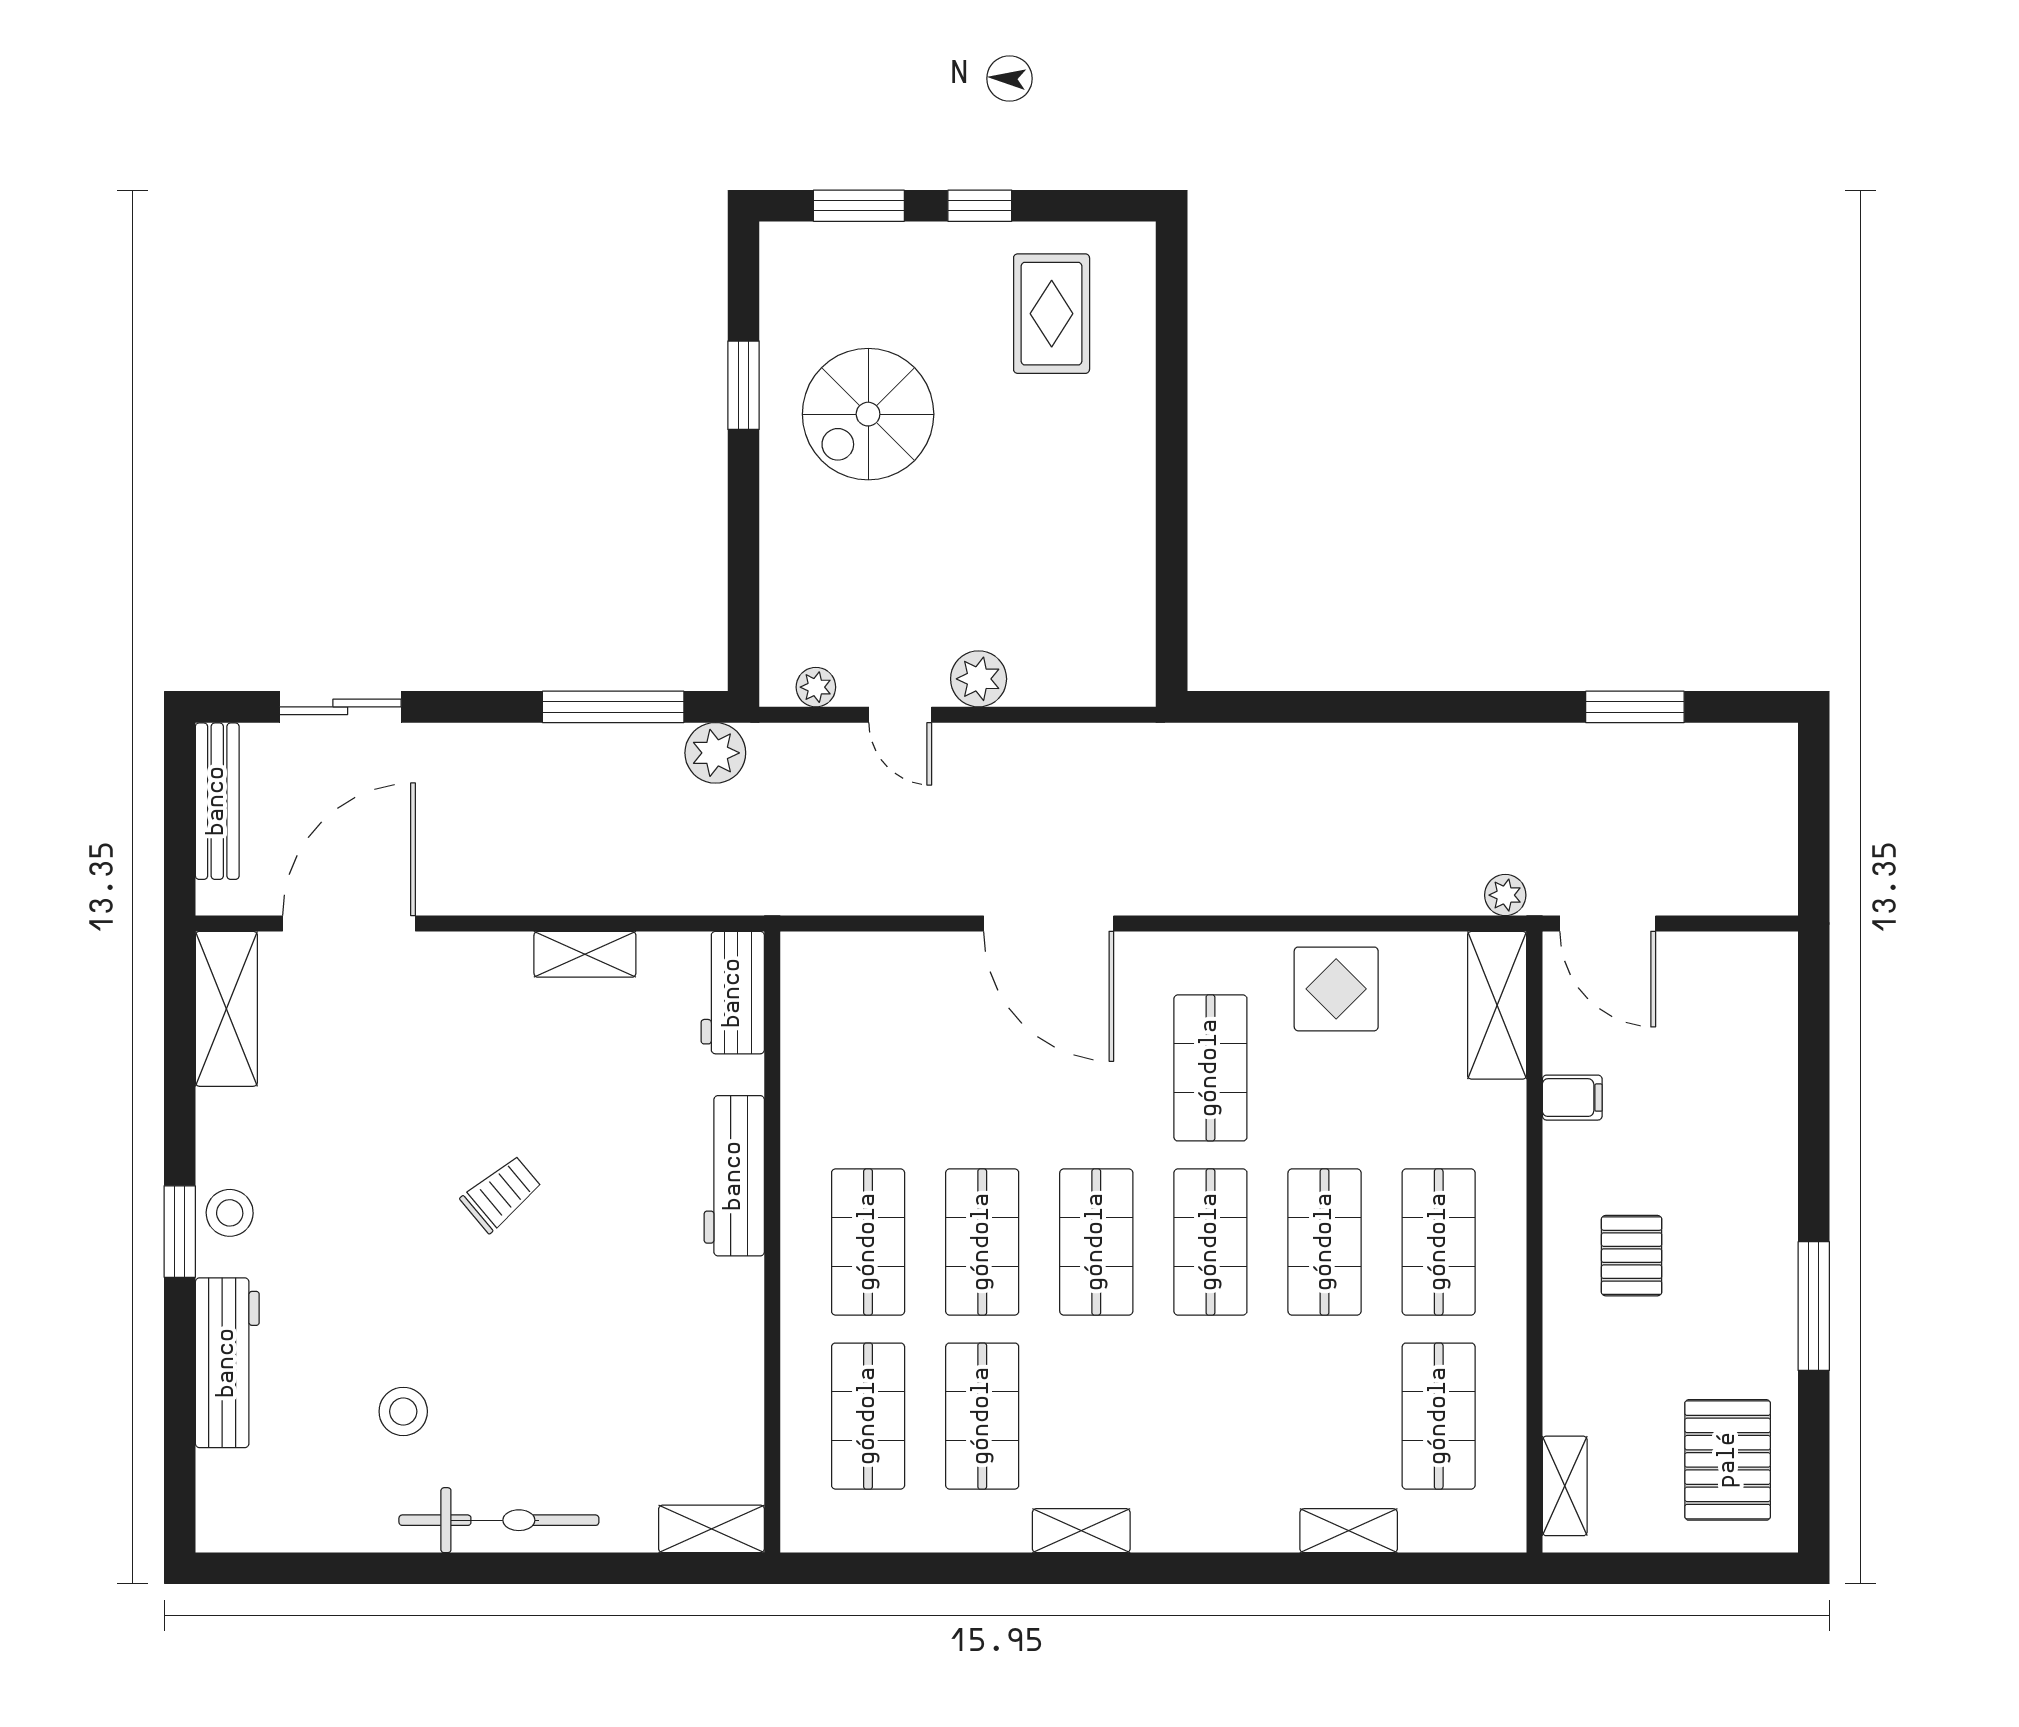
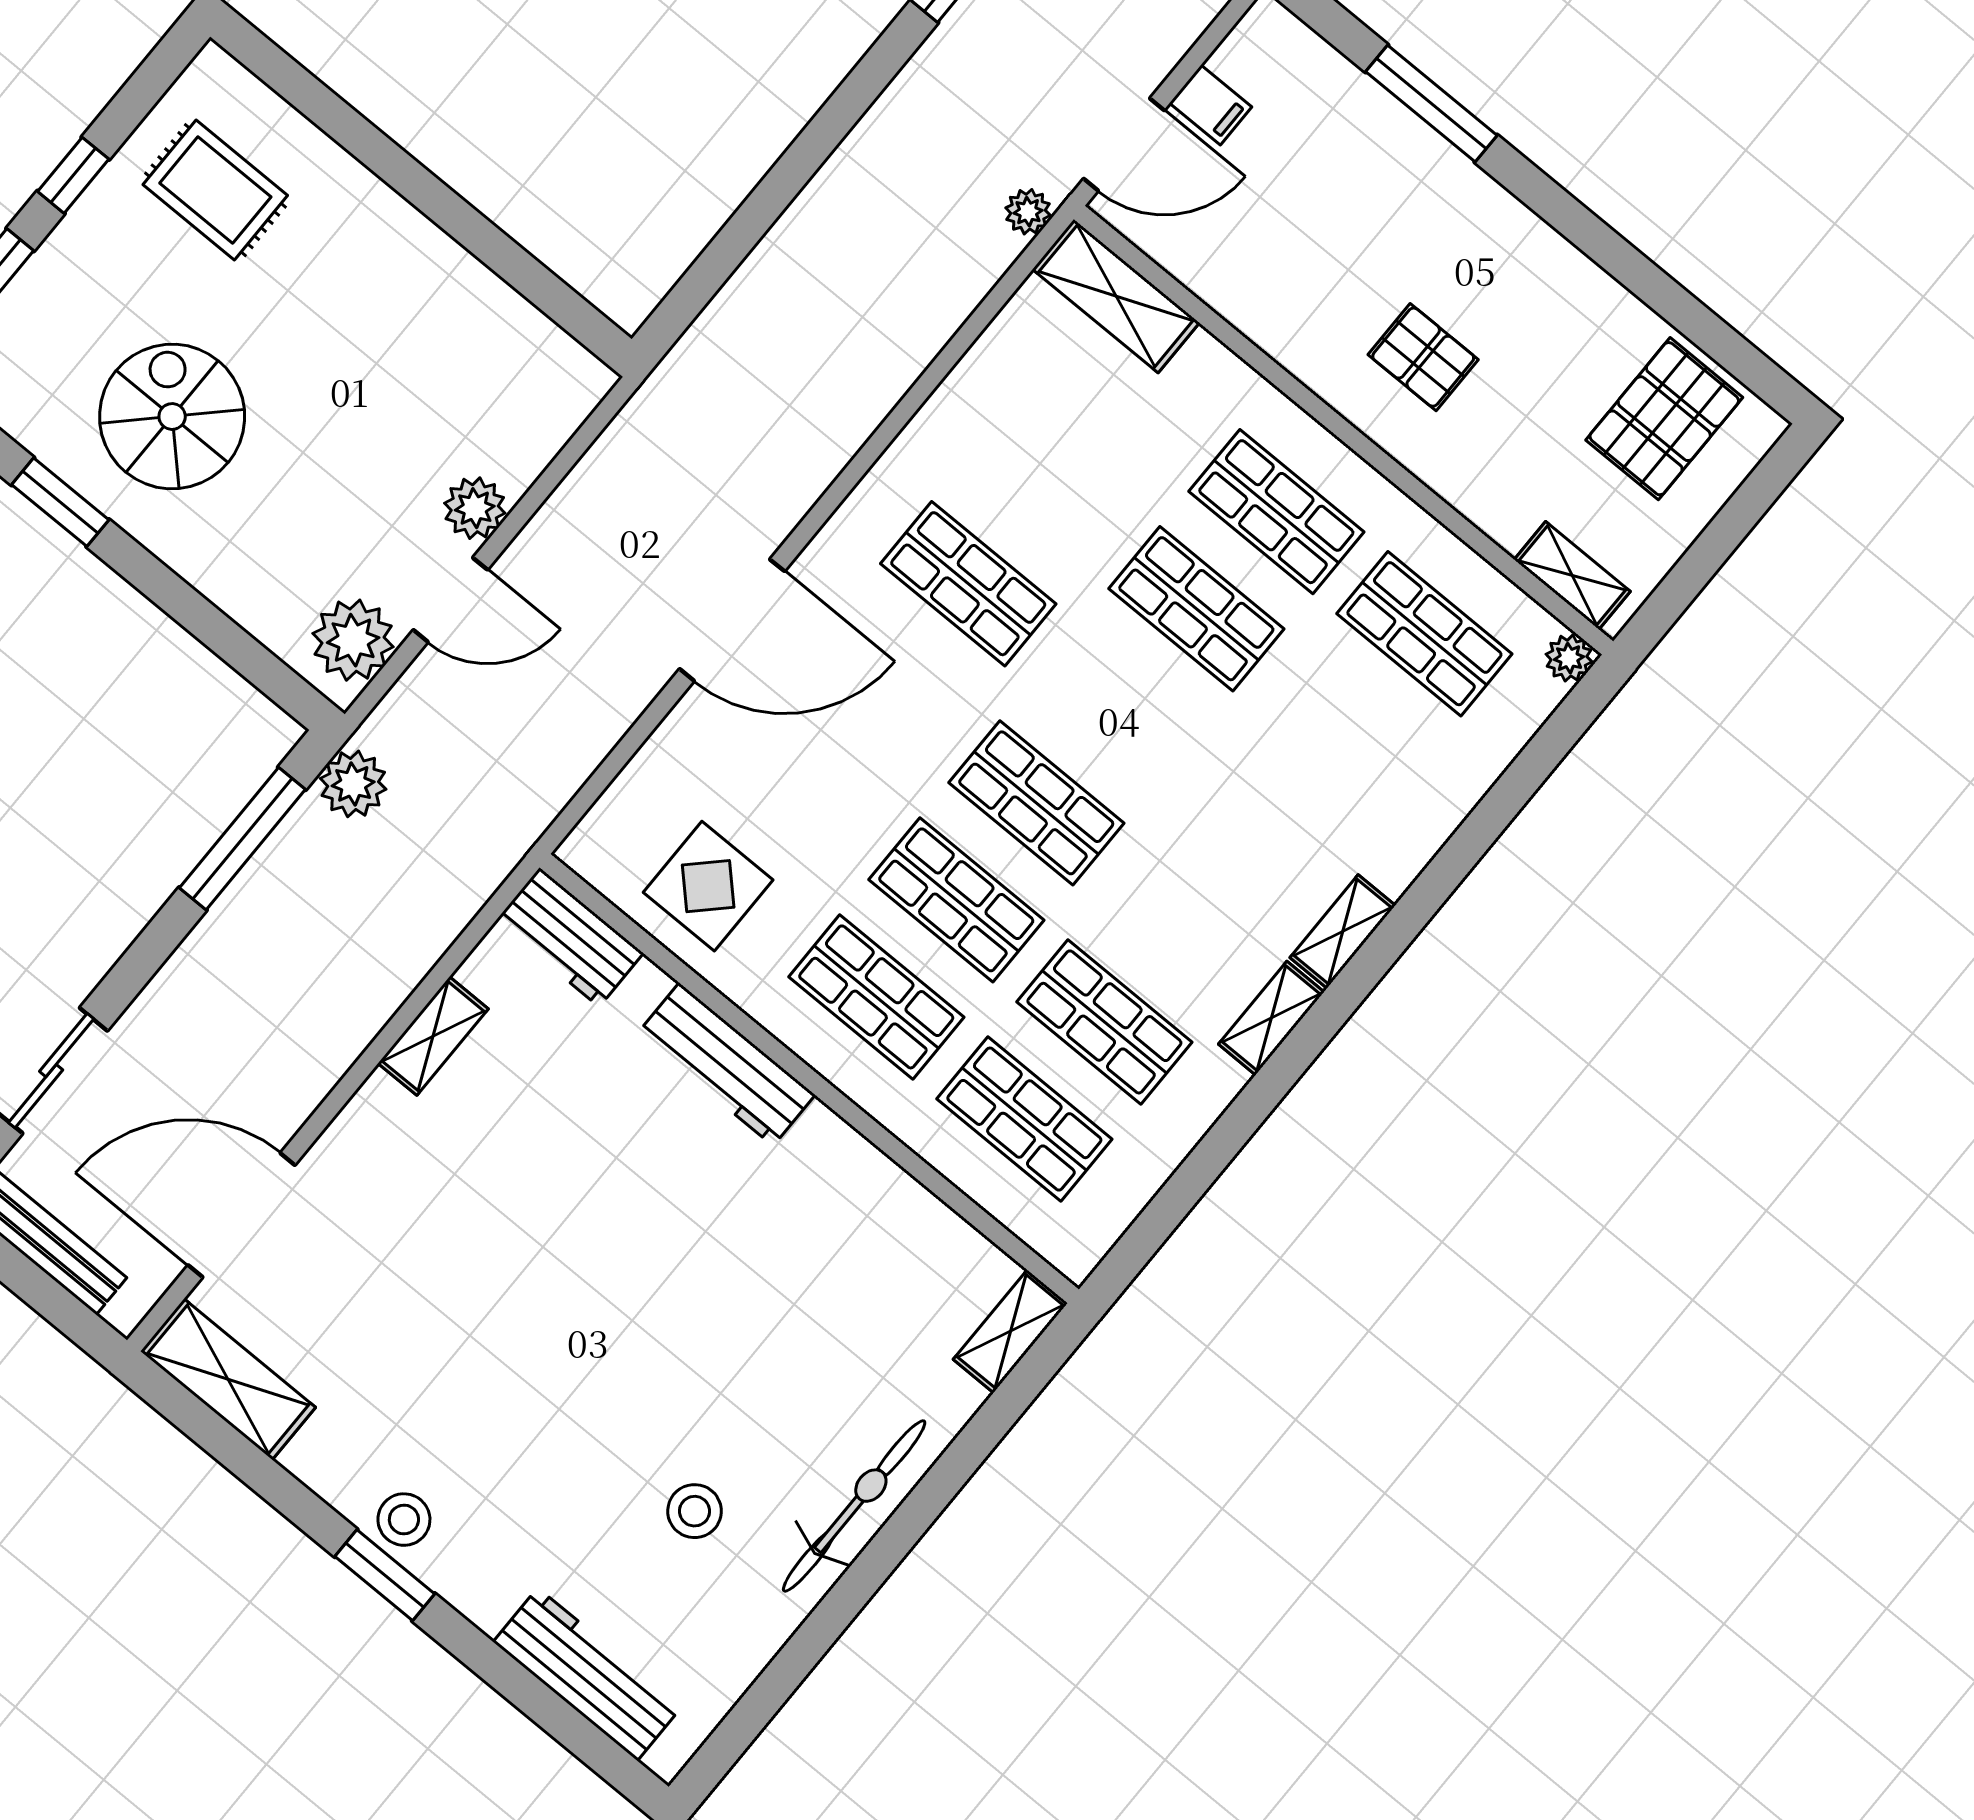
spiral stairs: (868, 414) -> (172, 416), turned 180
plant: (816, 687) -> (353, 640), width x1.87, depth x1.87
door: (900, 715) -> (450, 600), width x1.38
door: (349, 924) -> (242, 1215), hinge flipped
display table: (1336, 989) -> (708, 886), moved
filing cabinet: (1572, 1098) -> (1211, 105), moved, turned 90
trolley: (501, 1194) -> (578, 1275), removed
shop shelf: (1210, 1242) -> (1116, 706), removed
window: (1814, 1306) -> (1431, 104), moved
workbench: (227, 1363) -> (587, 1674), moved
pallet: (1728, 1460) -> (1664, 419), turned 90
shelving: (1349, 1531) -> (1343, 932), moved
plant: (1505, 1531) -> (1569, 658), added

